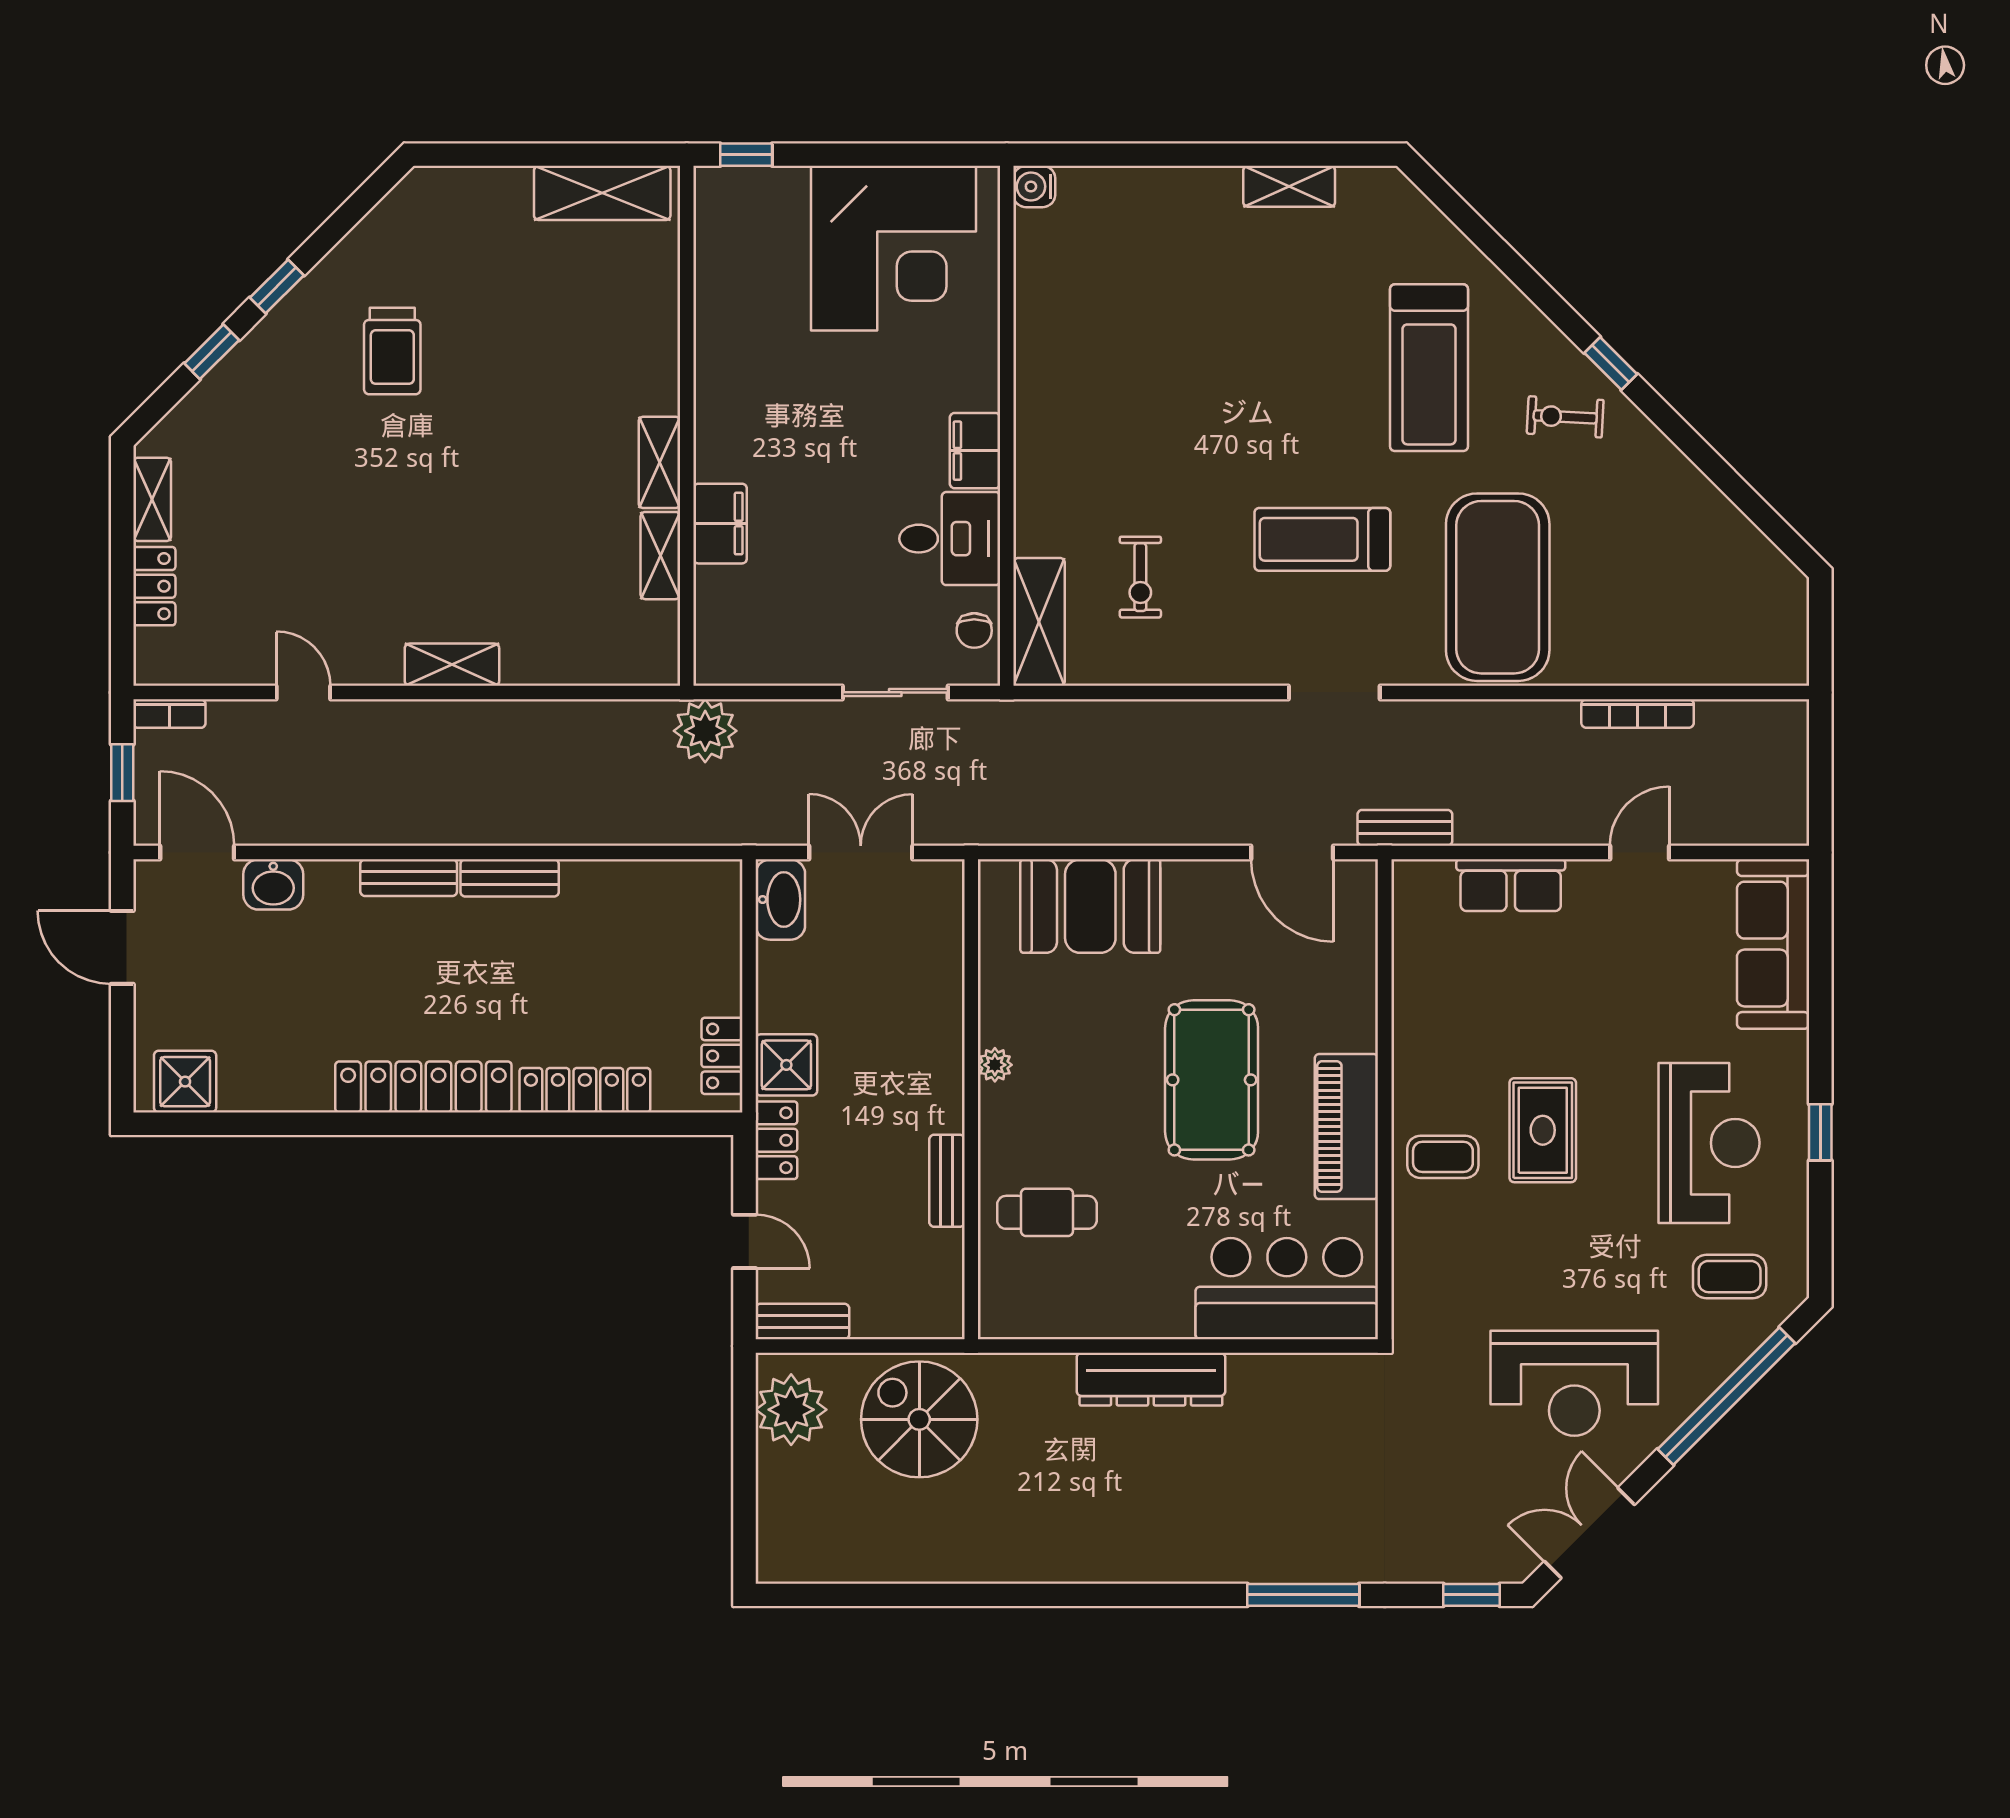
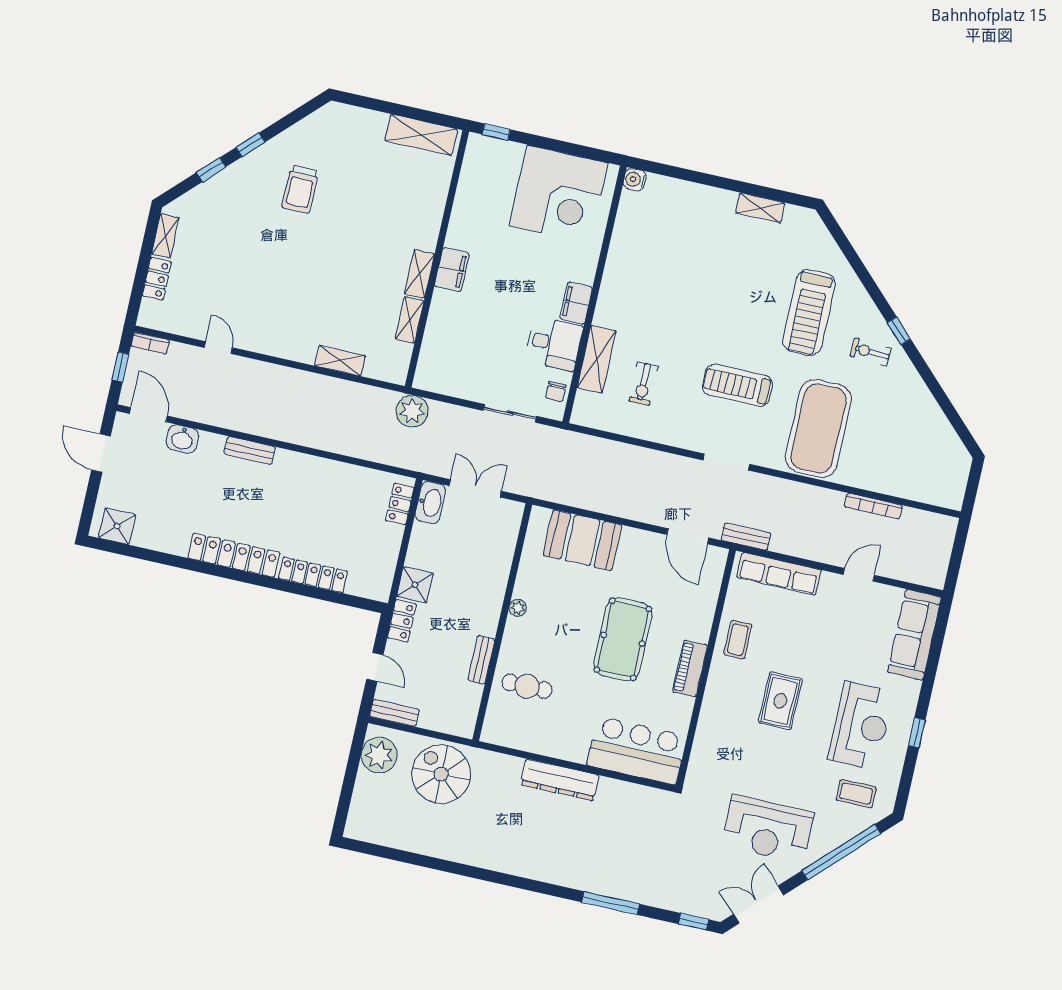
filing cabinet: (720, 524) -> (452, 270), moved
shelving: (1039, 622) -> (597, 359), moved
shelving: (452, 665) -> (340, 361), moved
bench: (510, 878) -> (299, 462), removed
row of seats: (1511, 885) -> (779, 574), width x1.48
locker: (722, 1056) -> (400, 504), moved
piano: (1346, 1127) -> (690, 668), width x0.73, depth x0.75
coffee table: (1443, 1157) -> (738, 640), moved, turned 90

